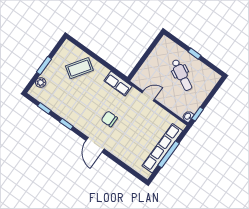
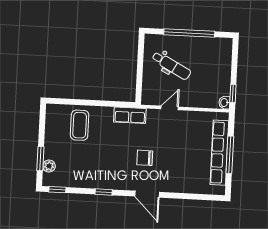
window: (194, 54) -> (189, 33), width x3.17
window: (44, 65) -> (40, 159), moved
coffee table: (79, 68) -> (80, 125), turned -34
dental chair: (182, 75) -> (171, 66), moved
window: (44, 108) -> (57, 190), moved

